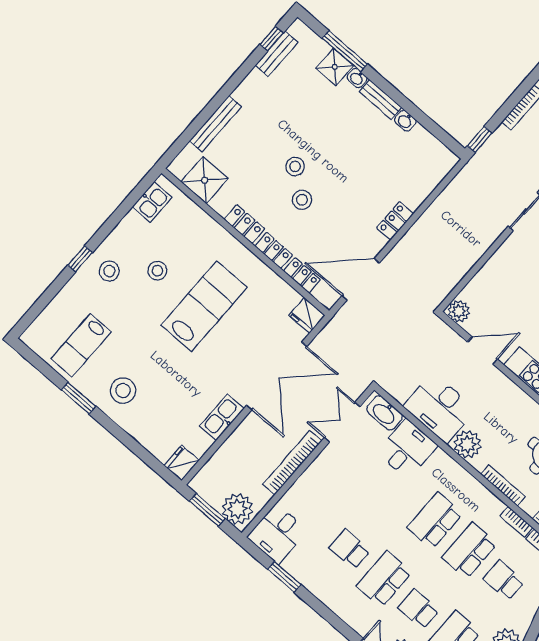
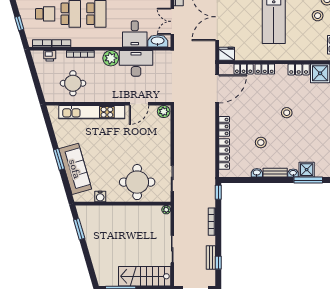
locker: (427, 184) -> (224, 154), added
stool: (302, 200) -> (261, 143), moved
locker: (244, 224) -> (299, 69), moved
stool: (157, 271) -> (318, 16), moved
double door: (342, 422) -> (172, 21), swing flipped

